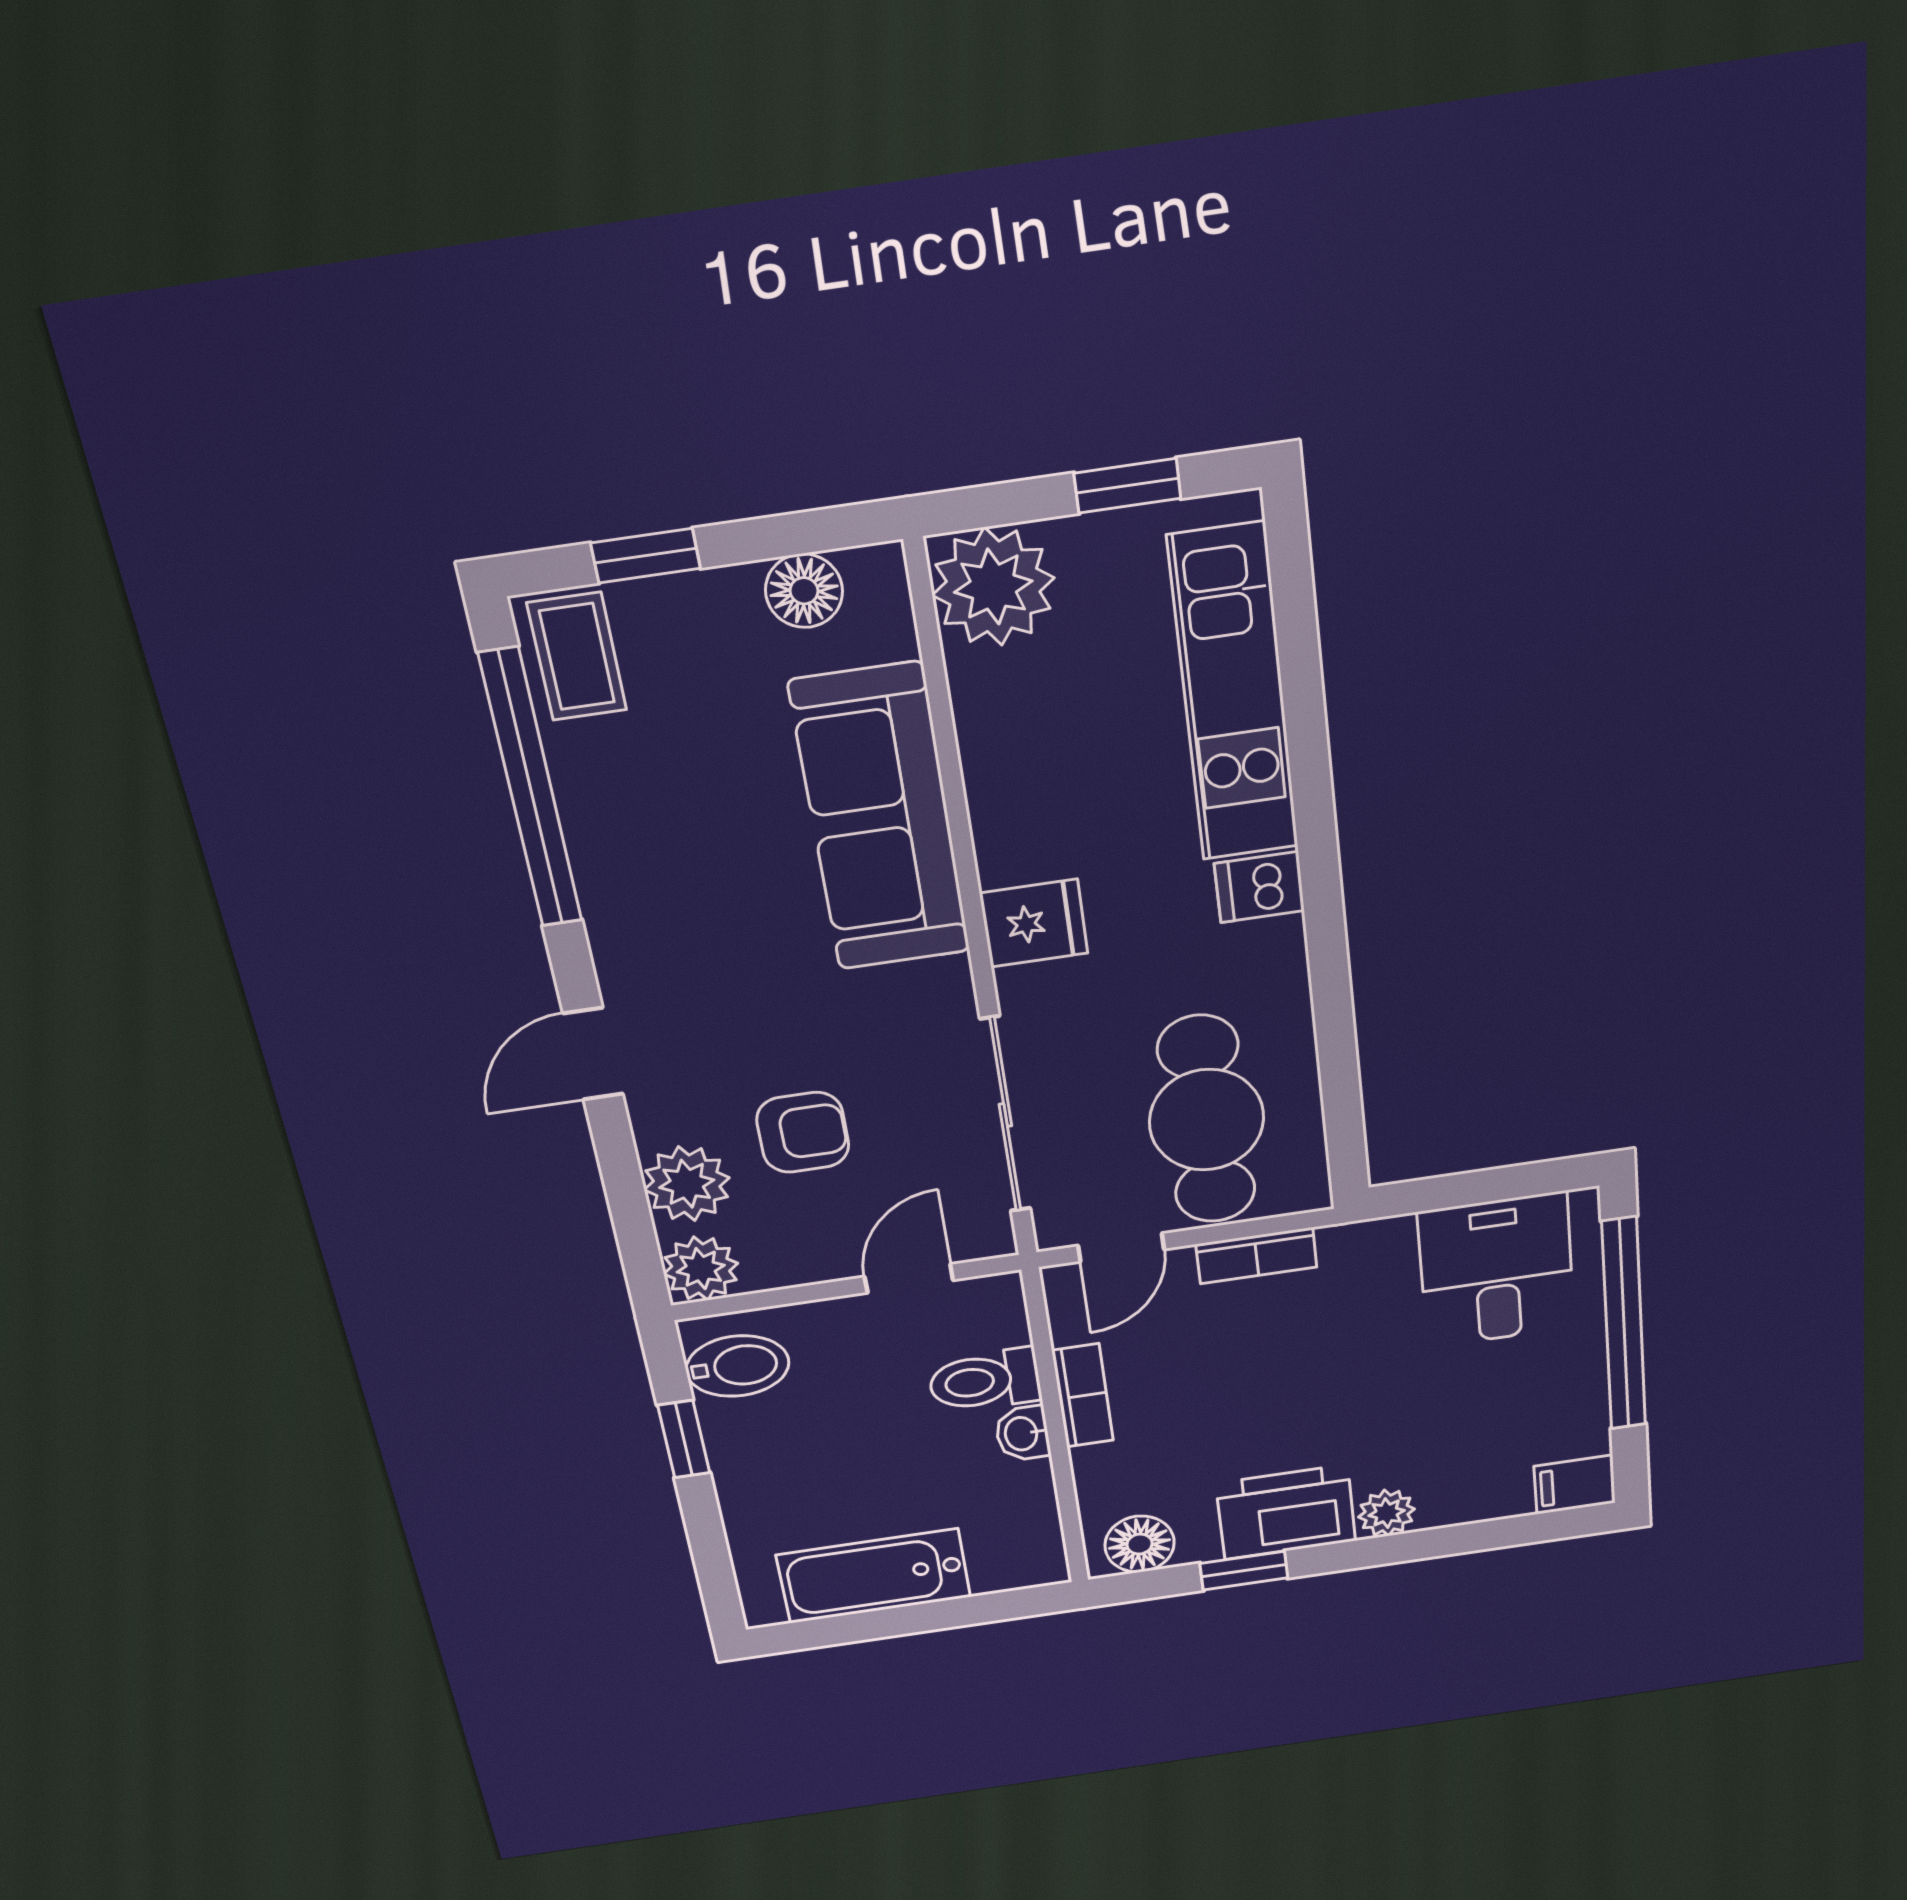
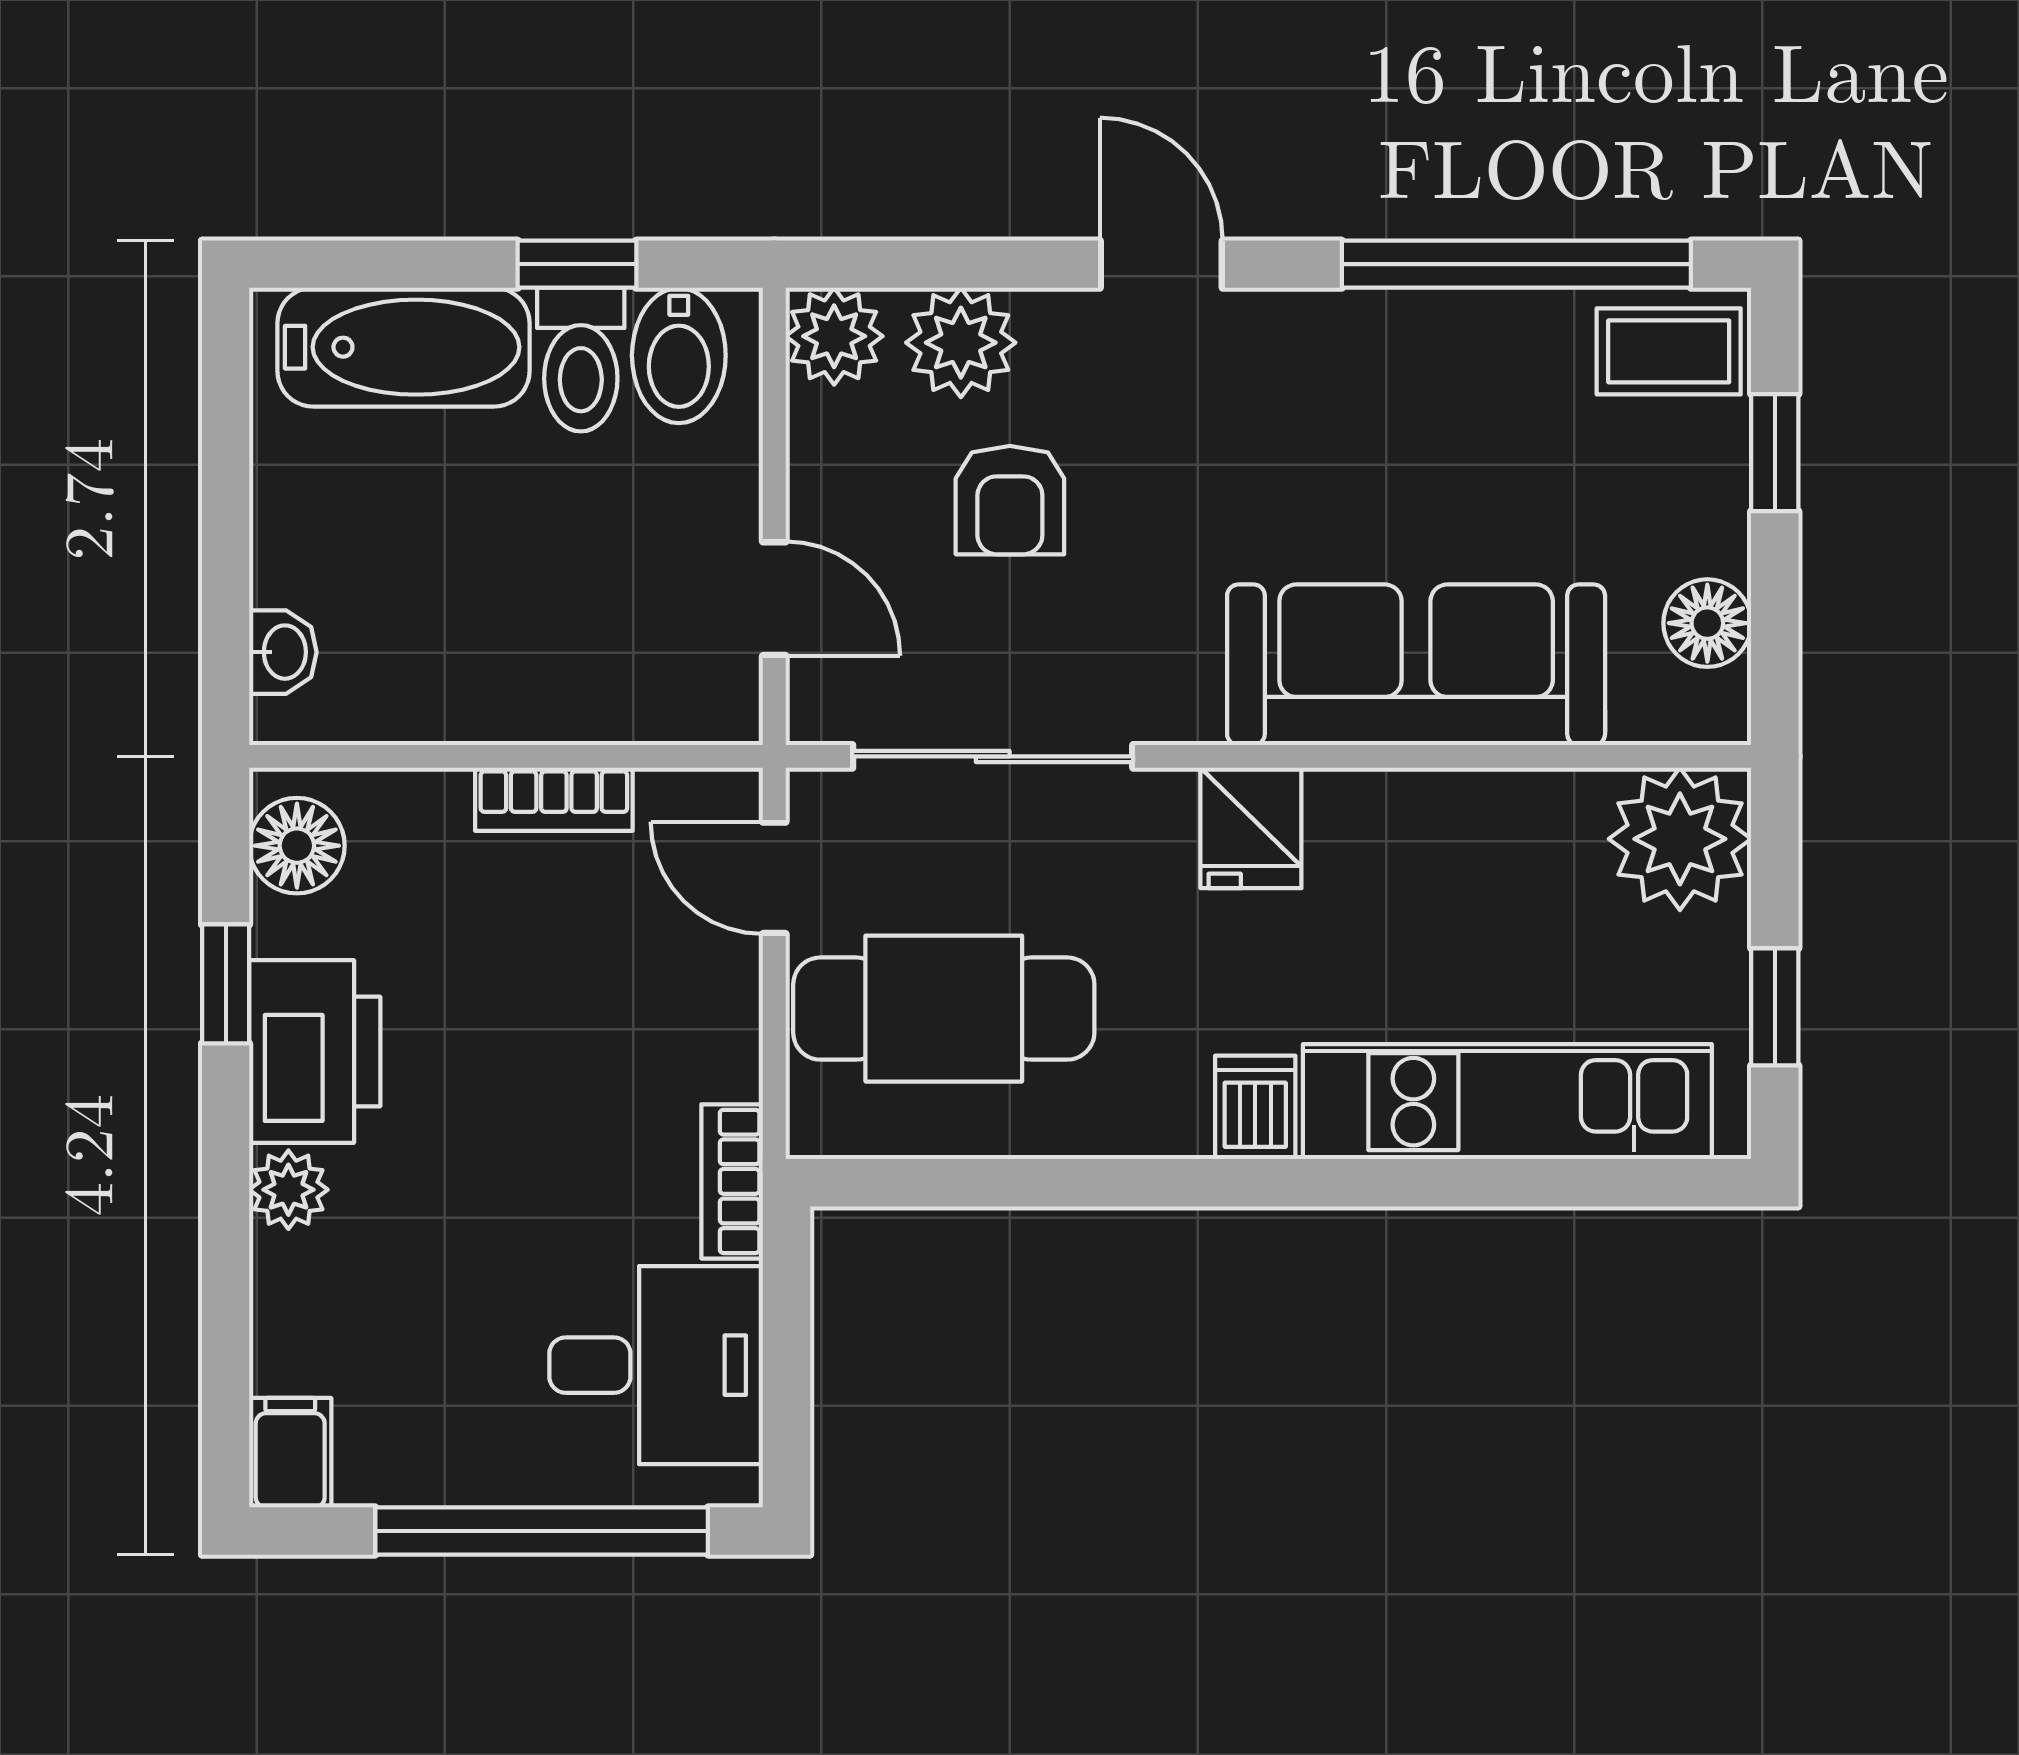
bookcase: (1256, 1256) -> (732, 1181), moved
toilet: (985, 1381) -> (581, 360), moved, turned 180
washbasin: (1023, 1434) -> (283, 652), moved, turned 90
bathtub: (874, 1576) -> (403, 347), moved, turned 90

